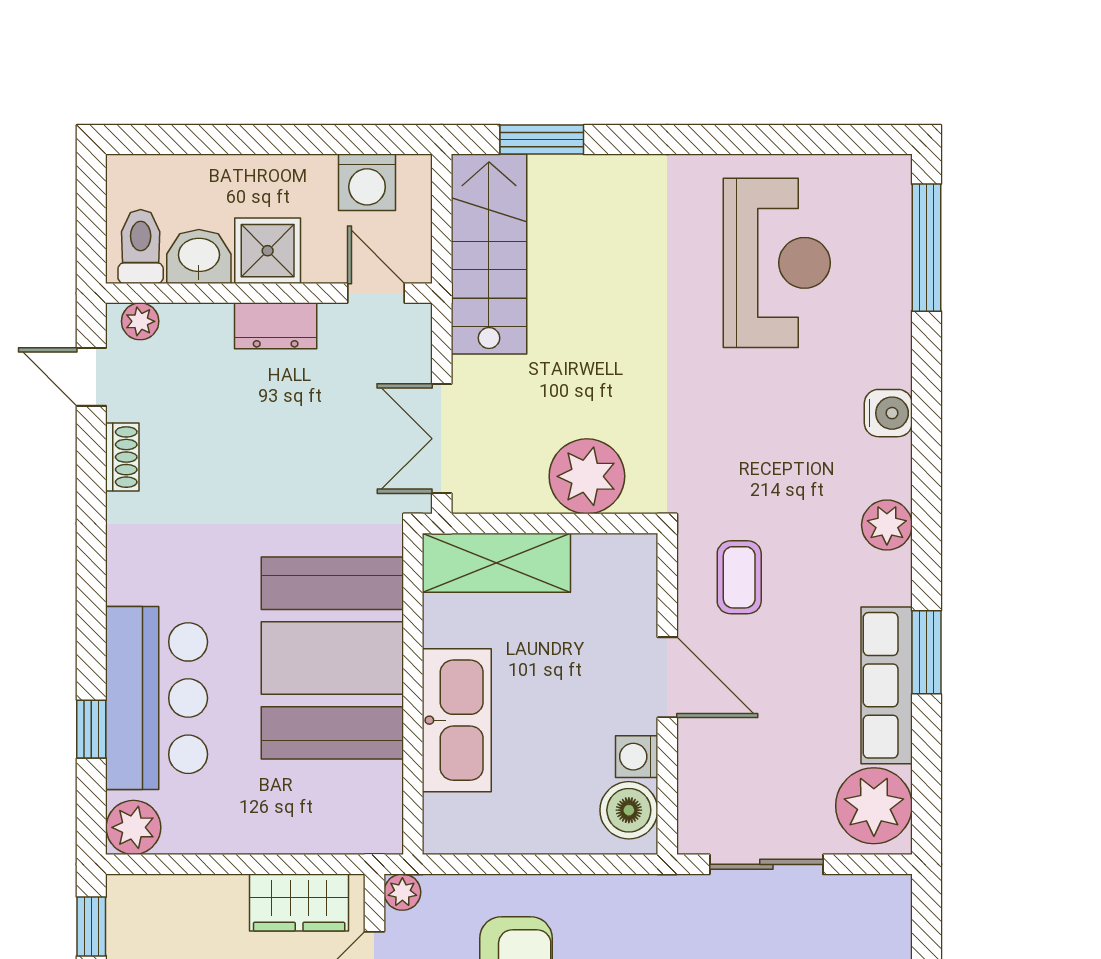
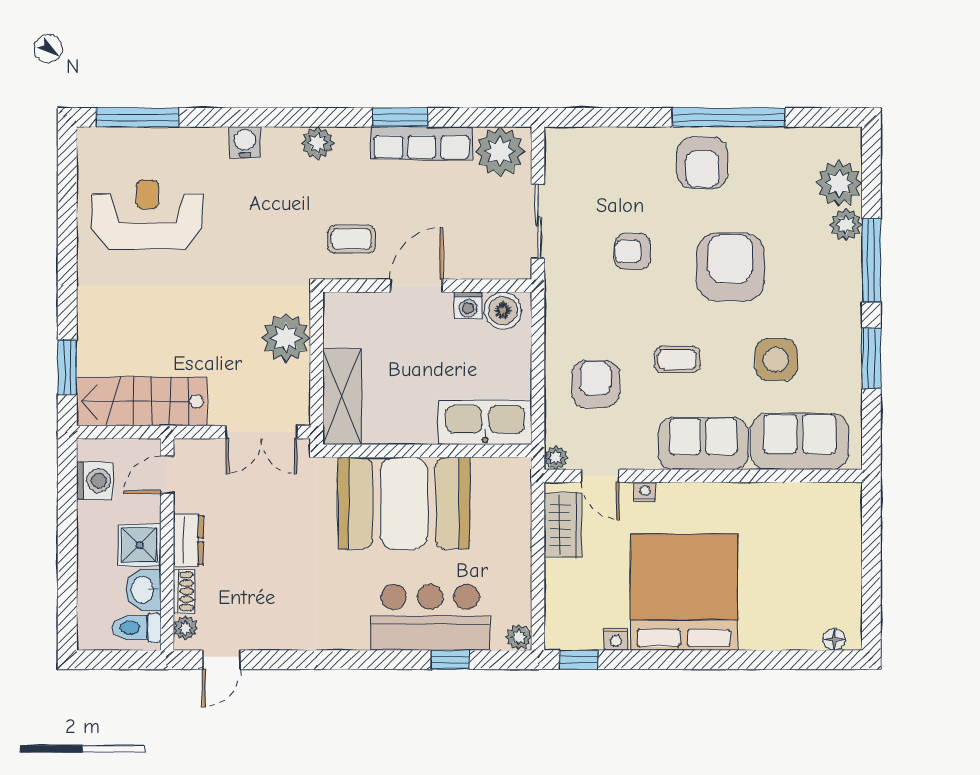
shoe rack: (122, 457) -> (184, 591), moved, turned 90
kitchen sink: (457, 720) -> (485, 422), moved
plant: (133, 827) -> (519, 637), width x0.73, depth x0.73

